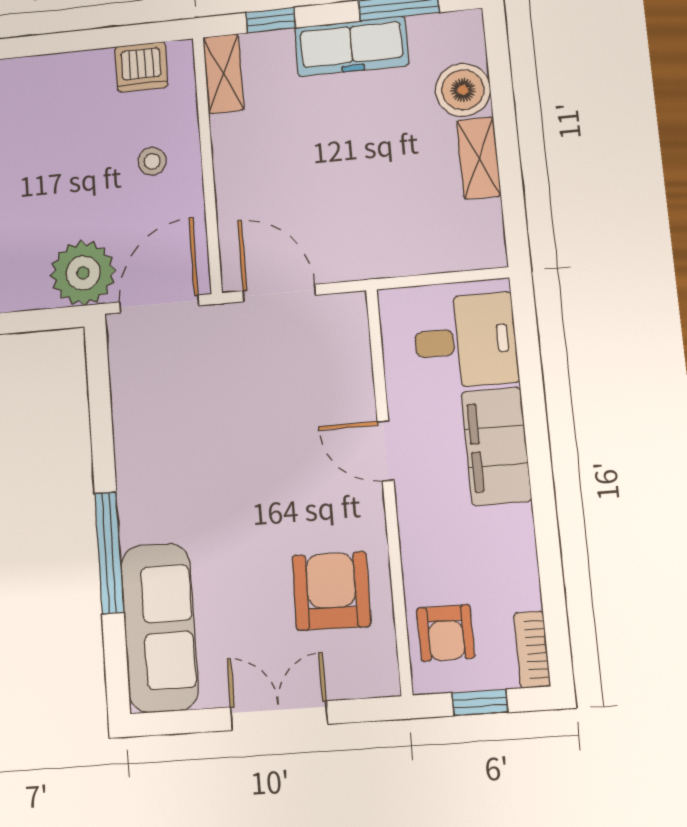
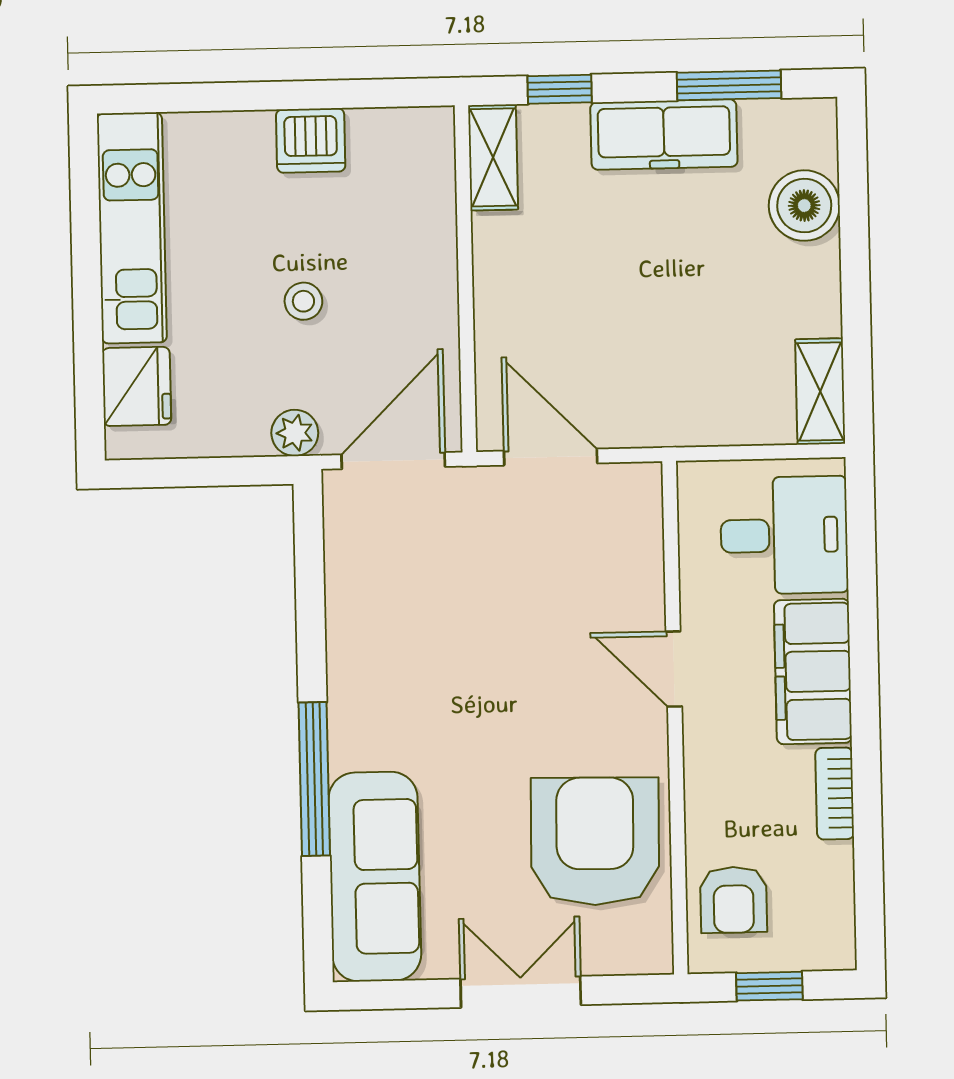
dishwasher: (141, 67) -> (311, 141), moved
shelving: (479, 158) -> (820, 391), moved
stool: (152, 161) -> (303, 301), moved
plant: (83, 273) -> (295, 433), width x0.53, depth x0.53
armchair: (331, 591) -> (595, 841), width x1.36, depth x1.36
bookcase: (532, 650) -> (835, 793), moved

